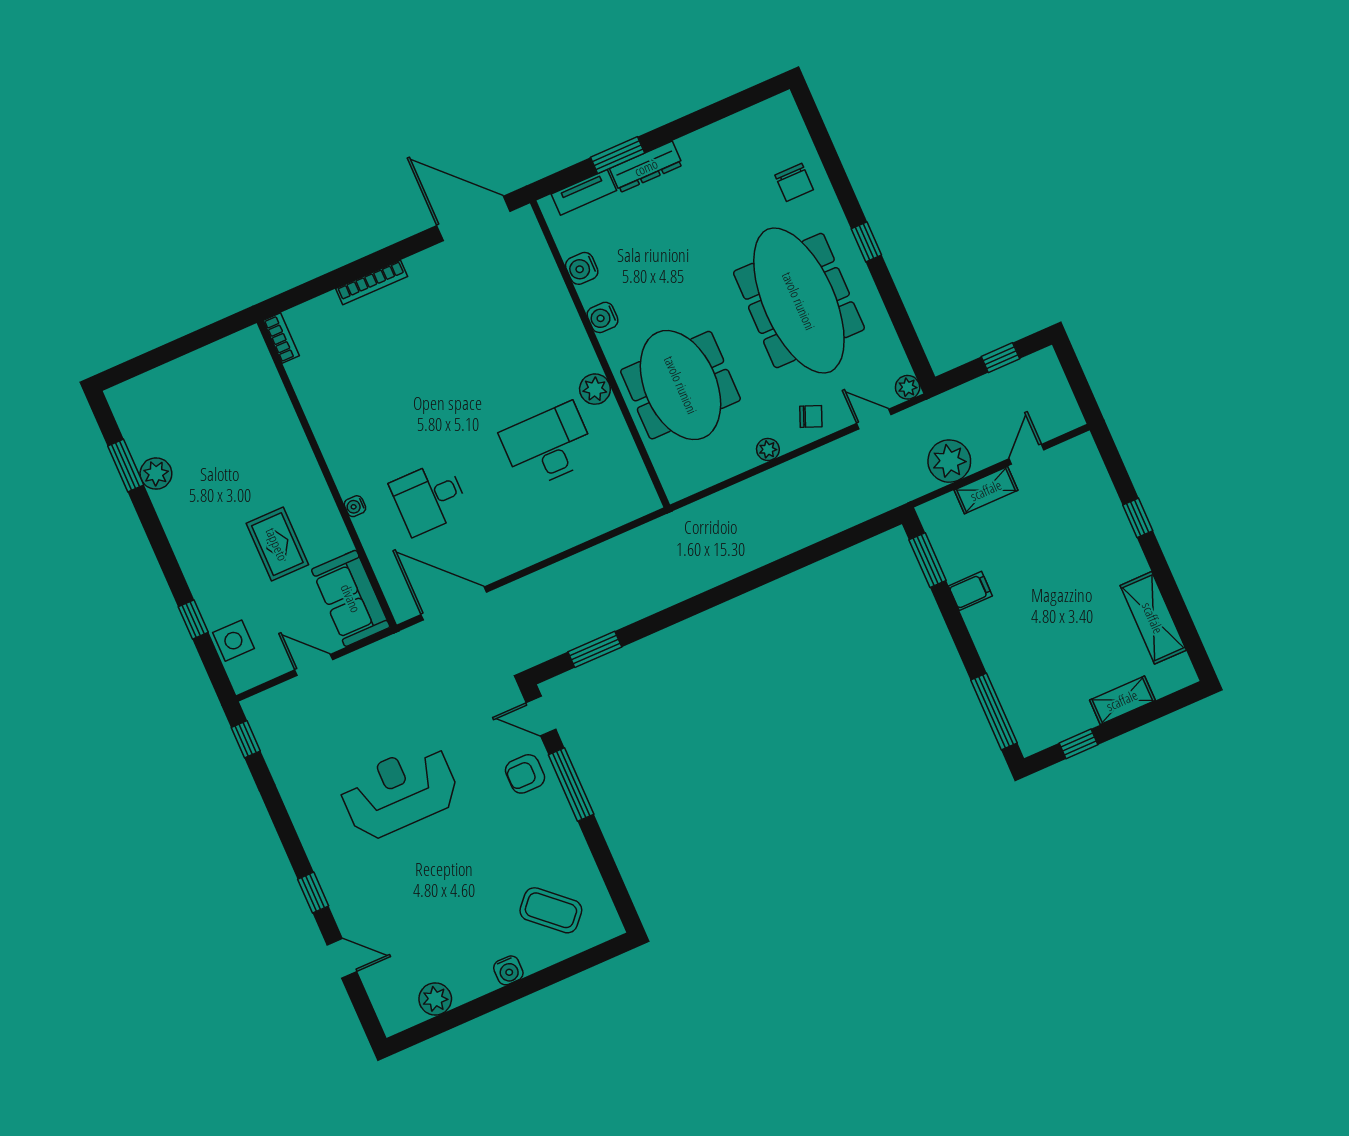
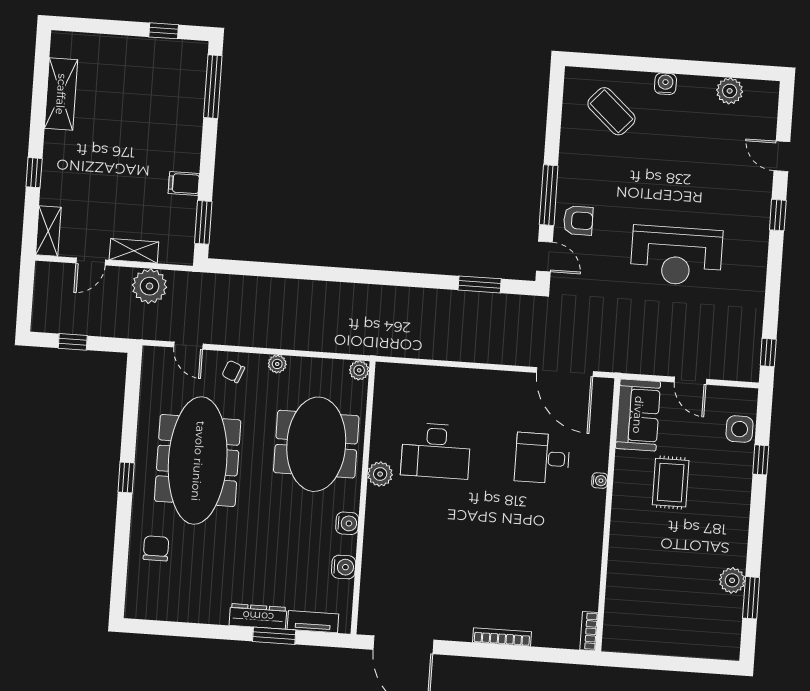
plant: (908, 387) -> (359, 370), moved
desk: (429, 498) -> (542, 458), turned 180
shelving: (1122, 700) -> (48, 231), moved, turned 90

